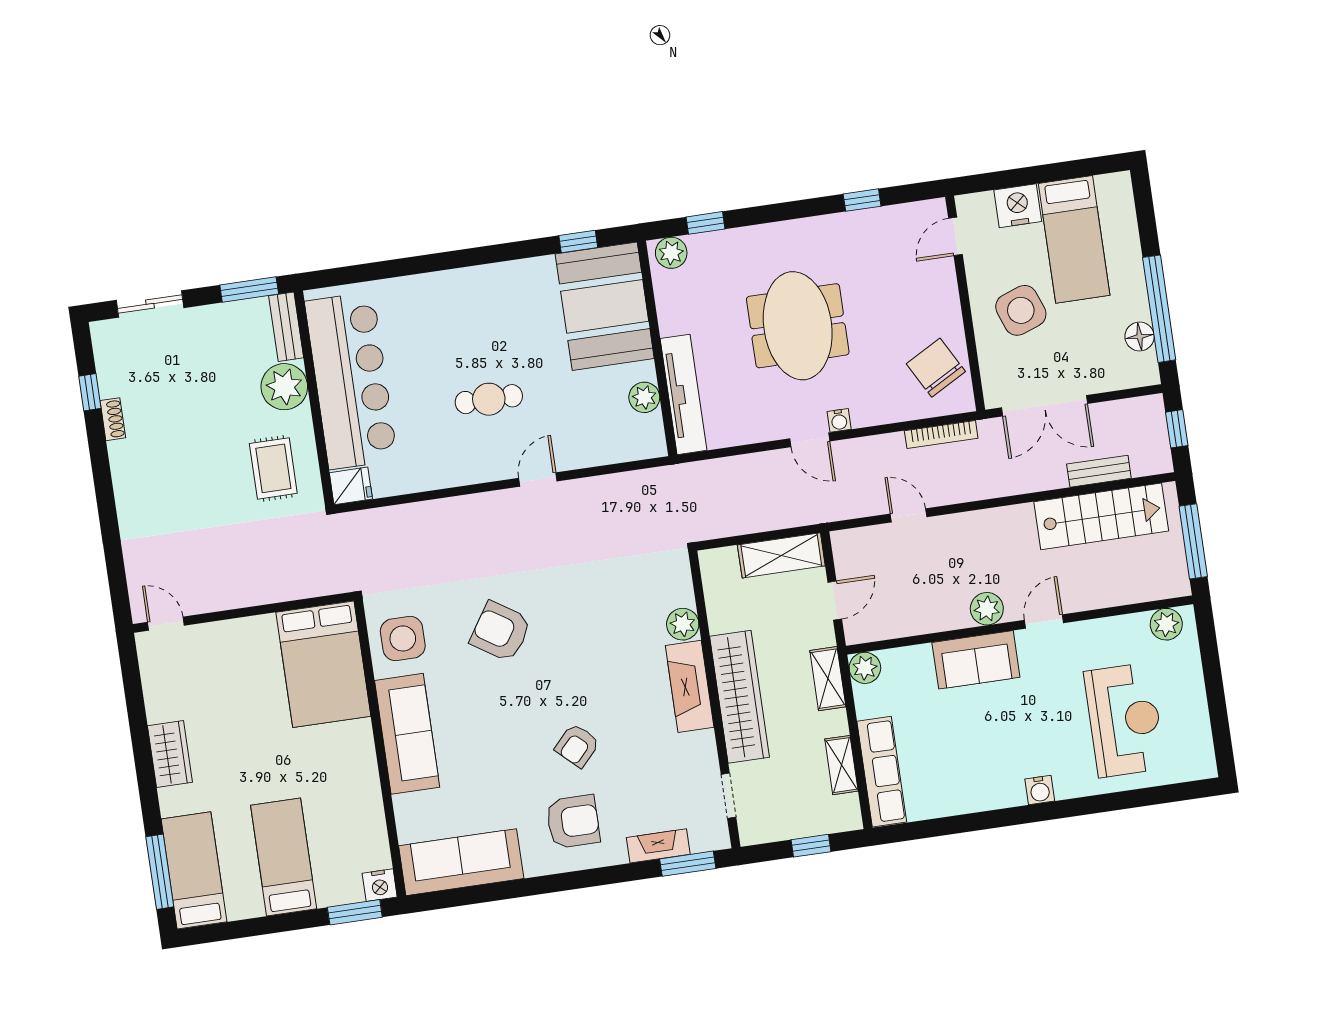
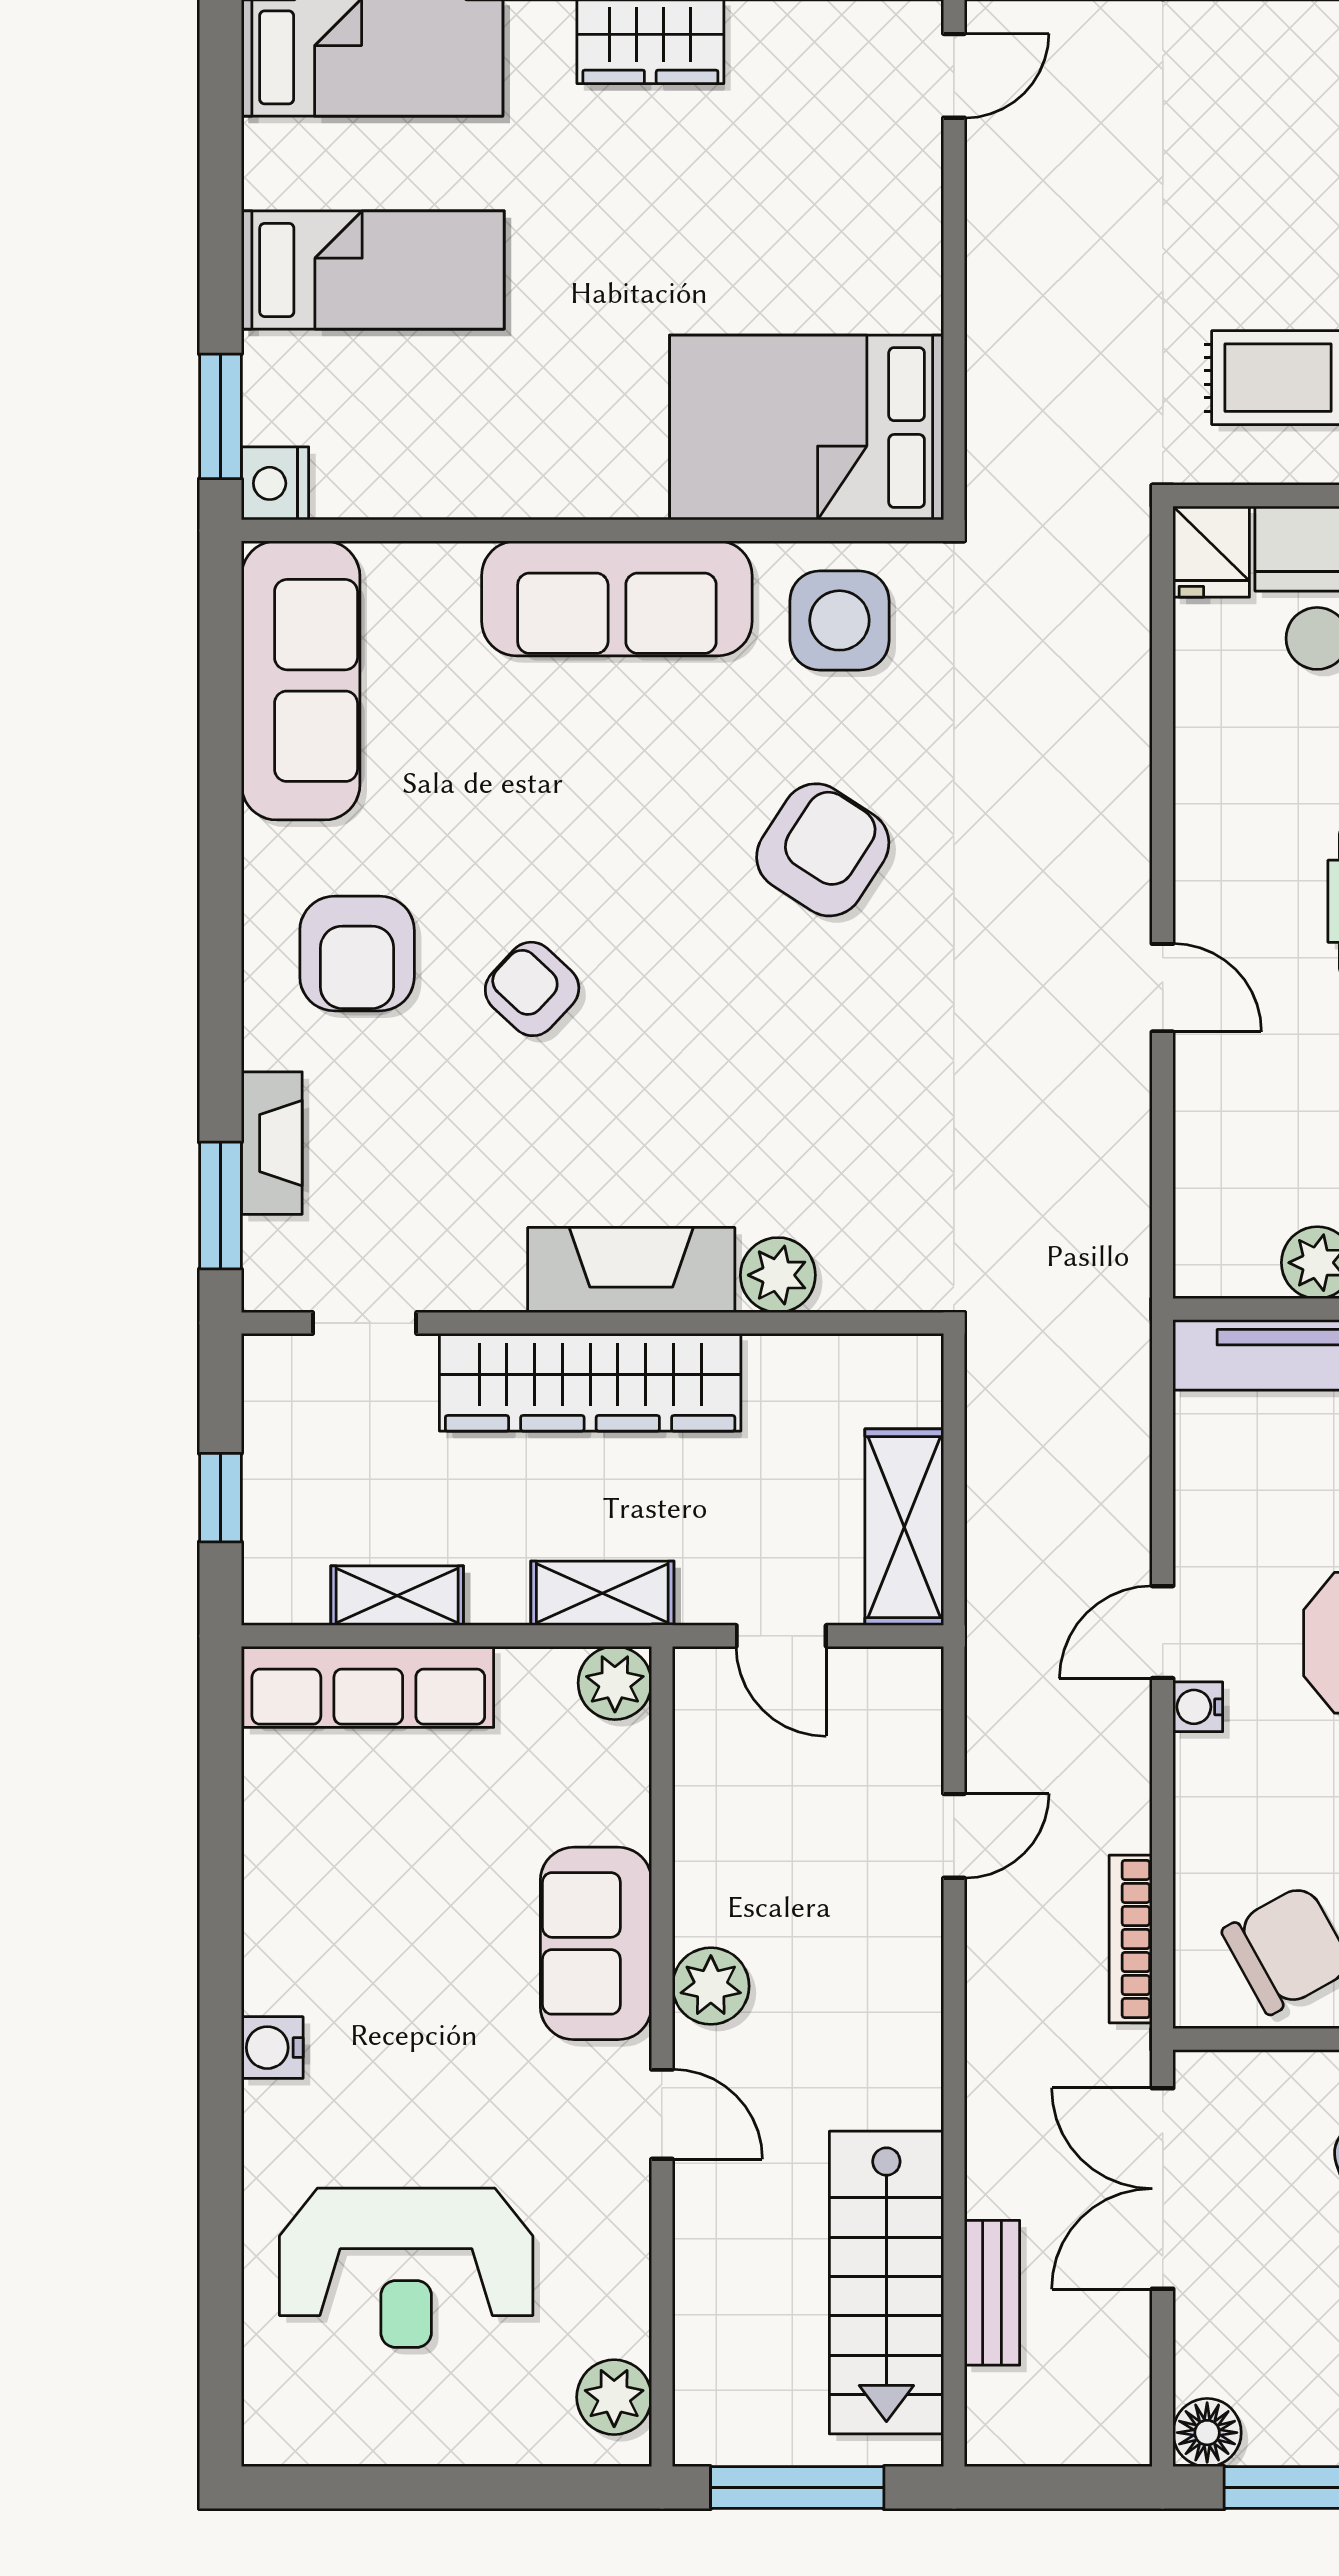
floor lamp: (1140, 337) -> (1207, 2433), moved
window: (1177, 429) -> (1064, 2488), removed

